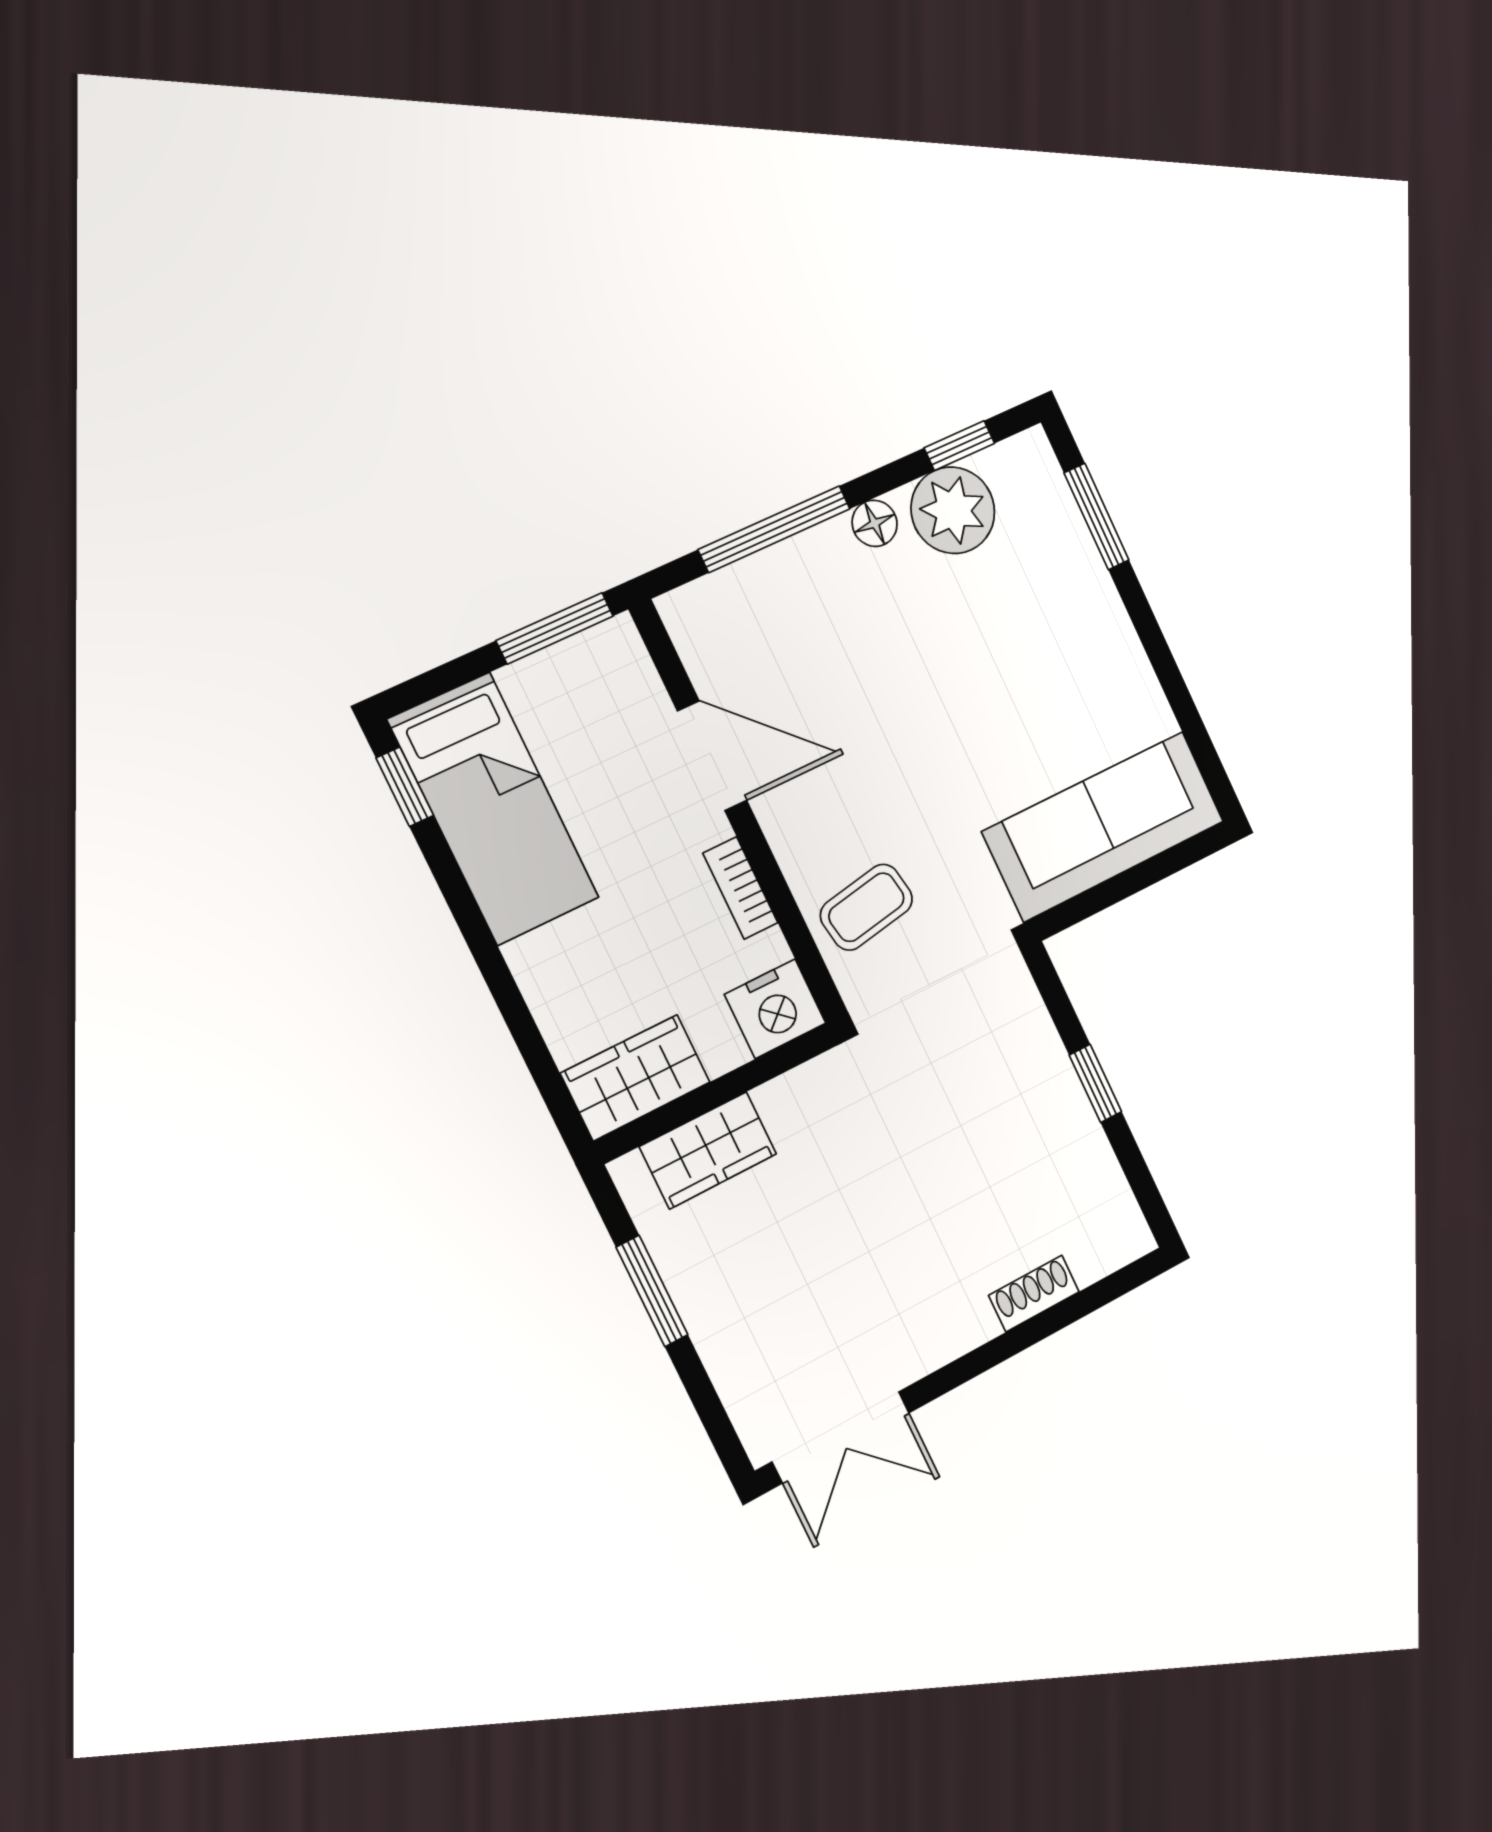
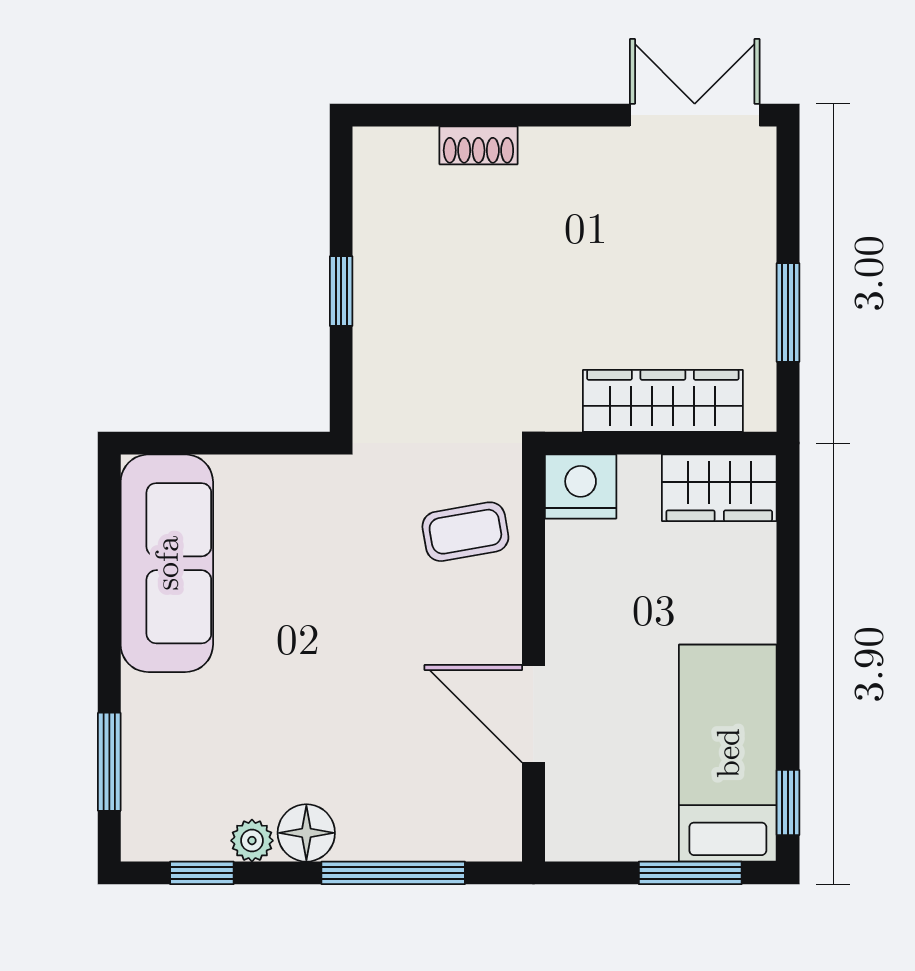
plant: (953, 510) -> (252, 841), width x0.53, depth x0.53
floor lamp: (875, 523) -> (306, 833), width x1.37, depth x1.37
window: (555, 628) -> (690, 873), moved
sofa: (1104, 826) -> (167, 563), moved, turned -90
bookcase: (740, 888) -> (562, 597), removed
wardrobe: (708, 1150) -> (663, 401), width x1.50

